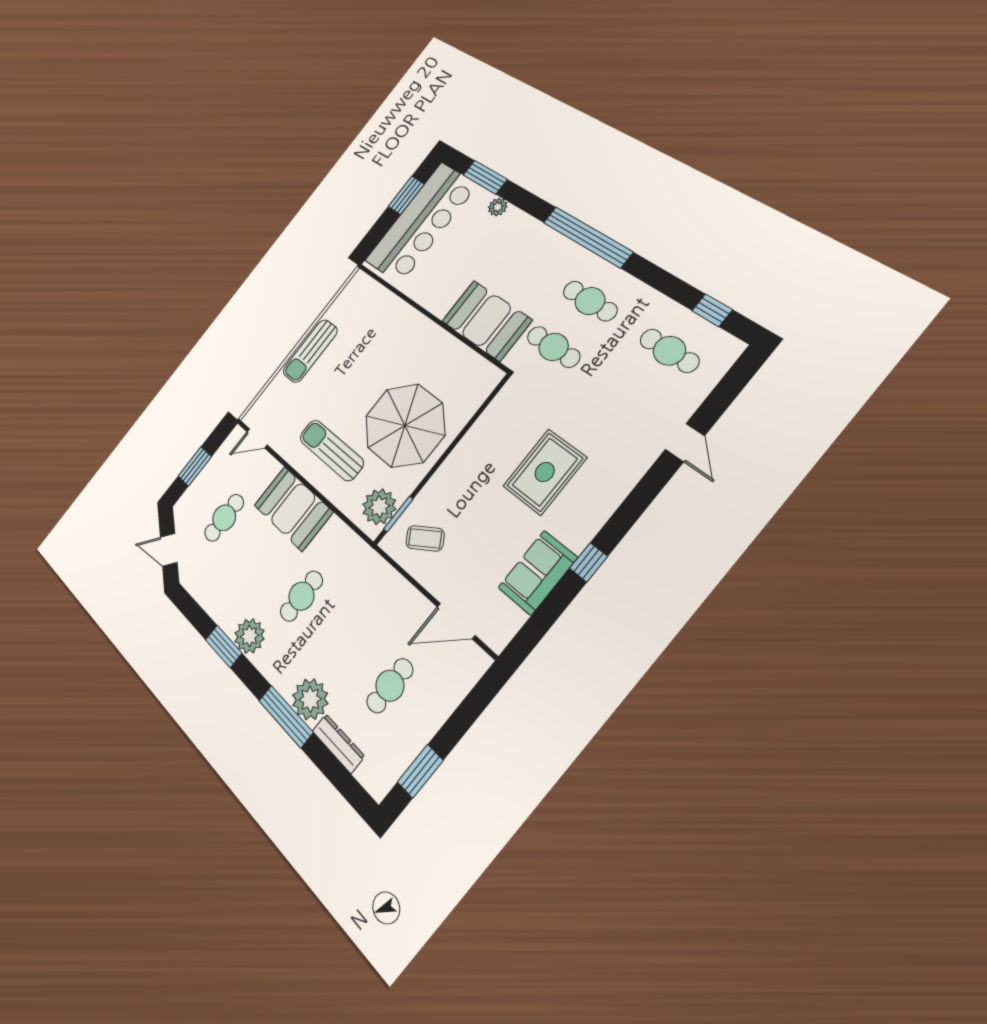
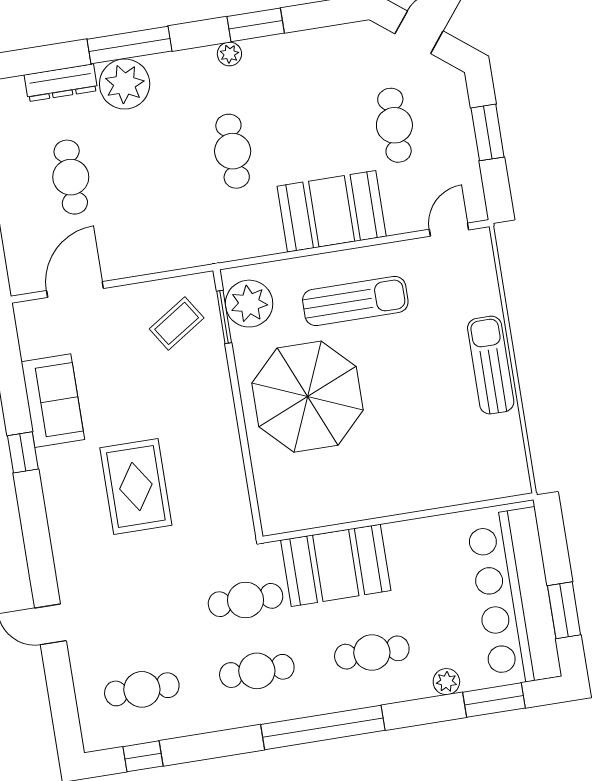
cafe table: (518, 256) -> (372, 652), added
plant: (249, 636) -> (229, 54), width x0.53, depth x0.53

